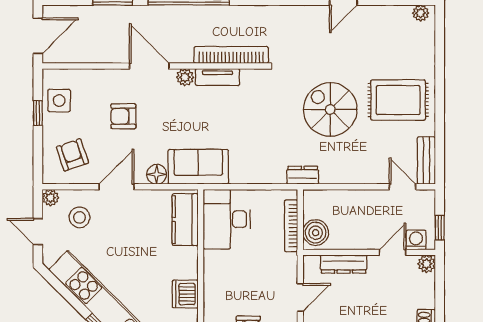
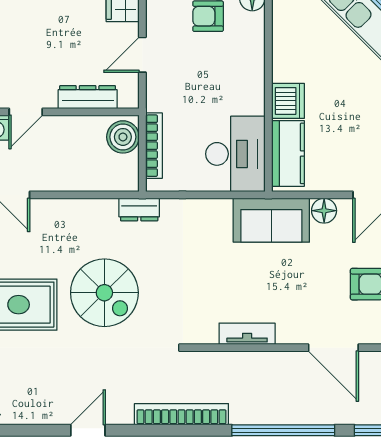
bookcase: (231, 55) -> (181, 414), moved, turned 180
plant: (185, 77) -> (288, 334), removed
dishwasher: (185, 294) -> (288, 101), moved

